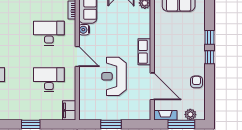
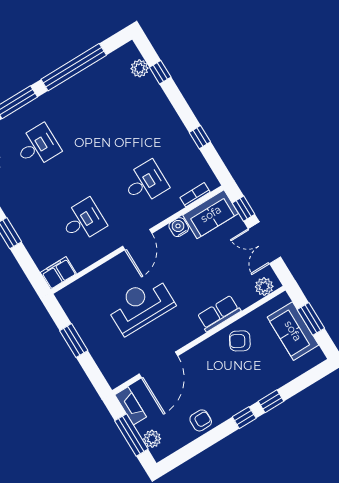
desk: (49, 33) -> (145, 183), width x0.73
armchair: (166, 34) -> (240, 341), added
row of seats: (144, 52) -> (219, 313), moved
desk: (49, 80) -> (83, 221), width x0.73

